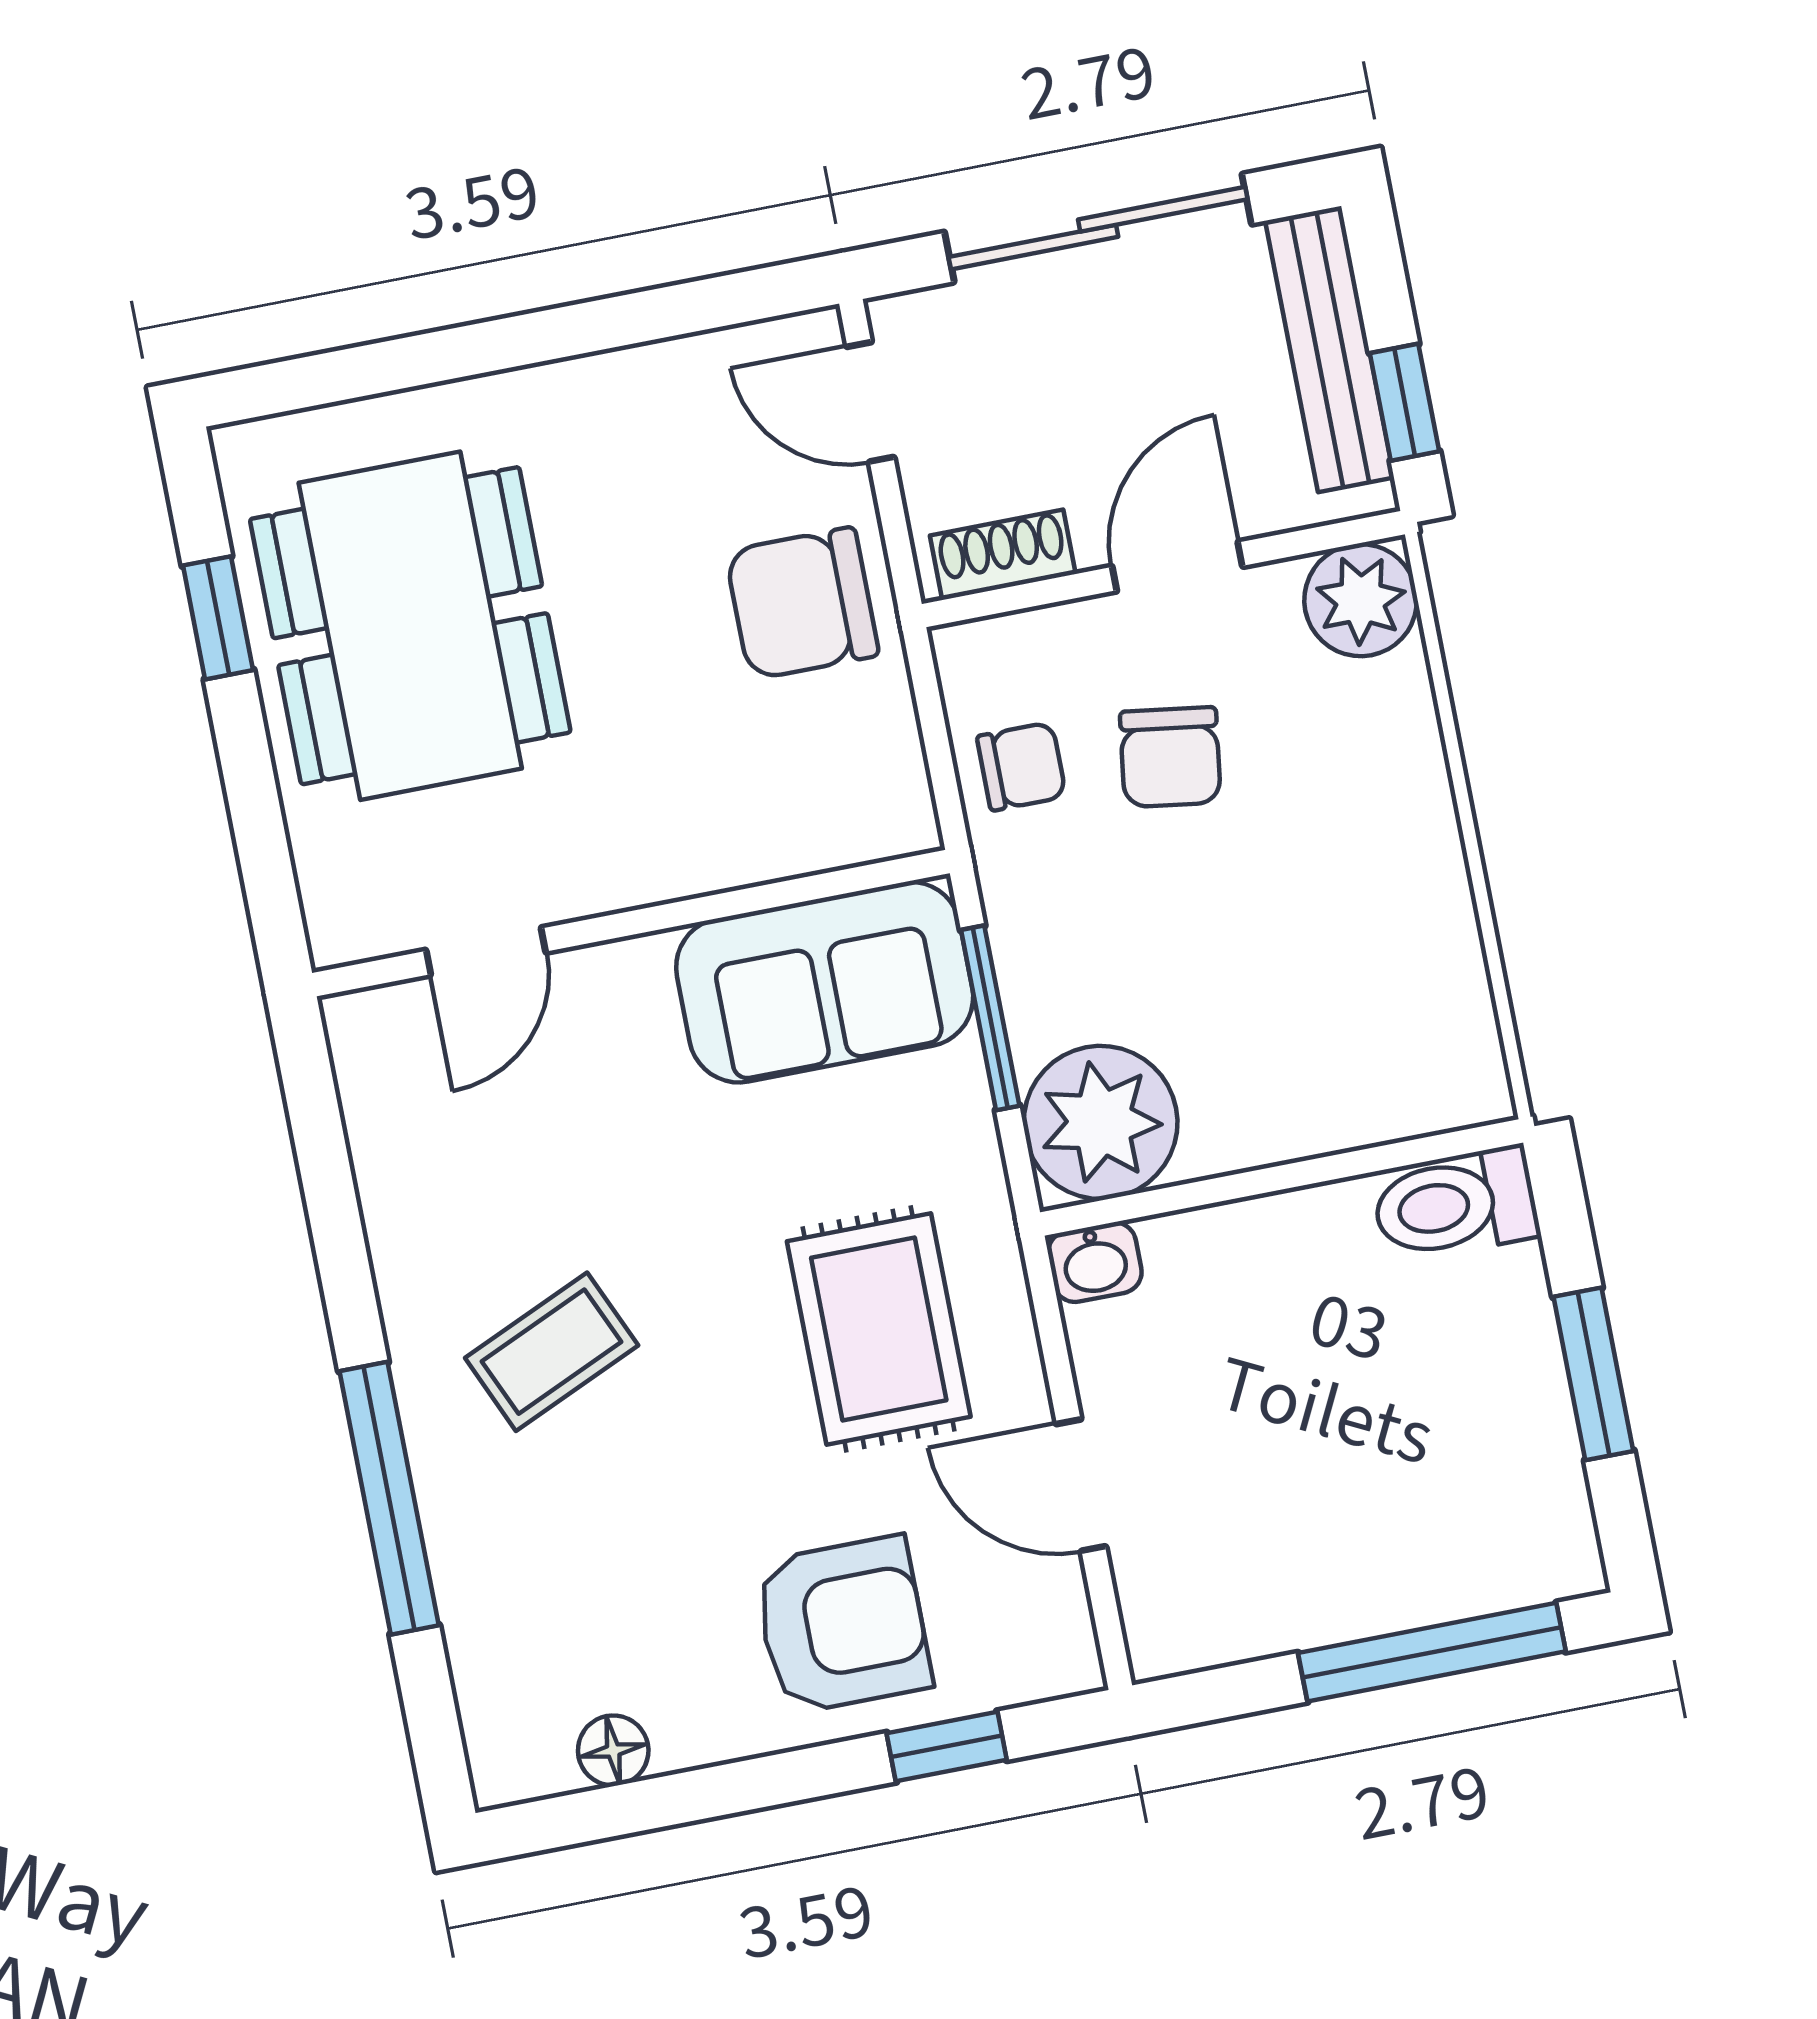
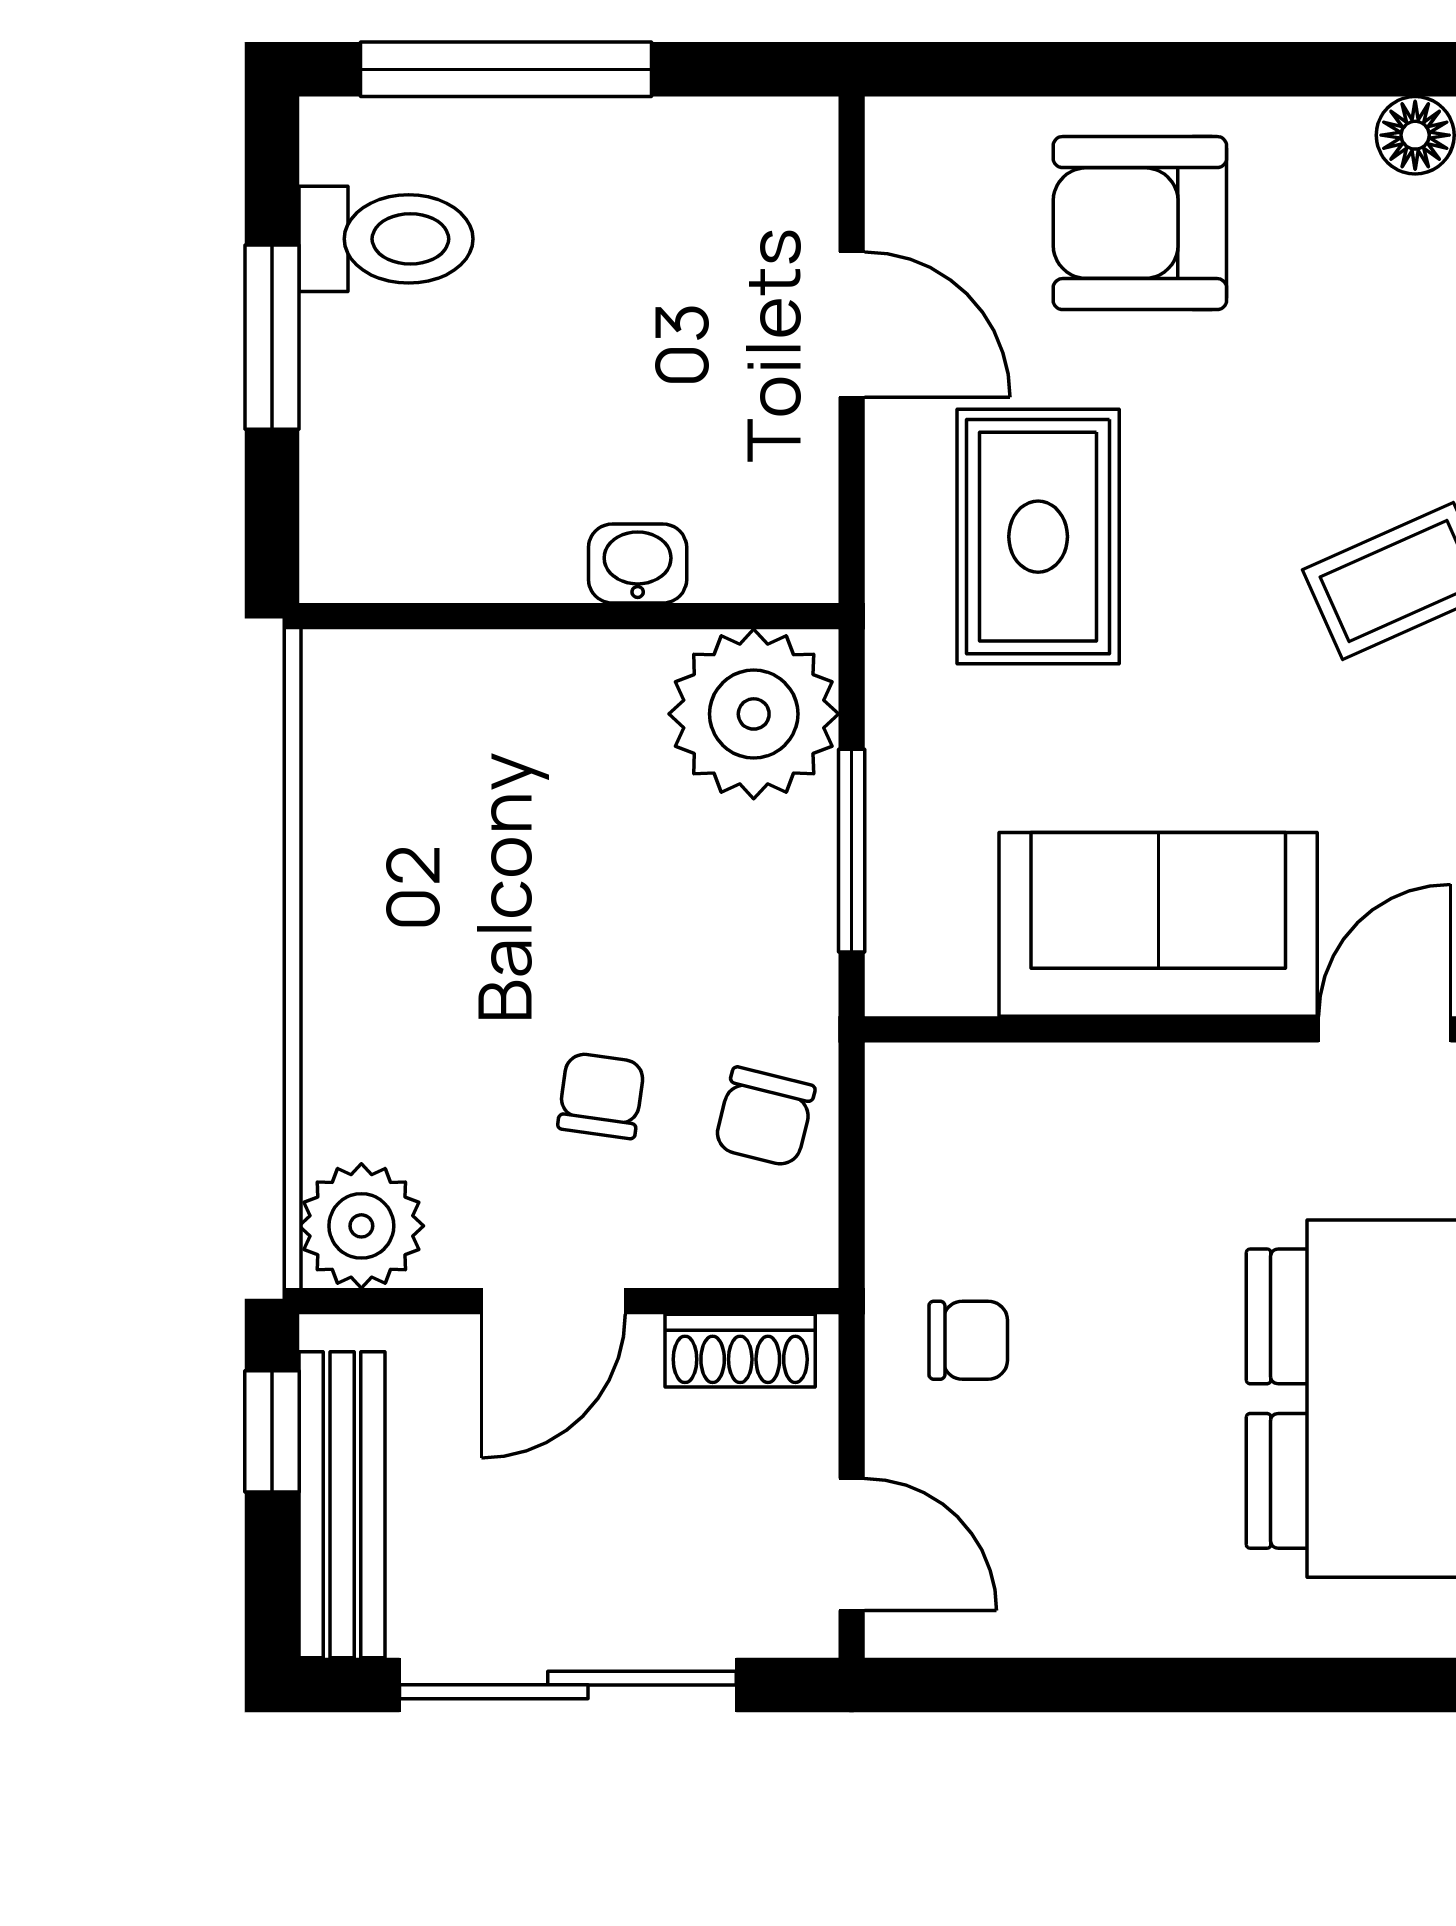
chair: (802, 603) -> (968, 1340), width x0.54, depth x0.54
chair: (1170, 757) -> (601, 1096), width x0.73, depth x0.73
chair: (1021, 766) -> (765, 1117), turned -76
sofa: (825, 982) -> (1158, 924), moved
toilet: (1455, 1204) -> (386, 239), moved
washbasin: (1095, 1262) -> (638, 563), moved
window: (947, 1746) -> (1052, 69), removed

